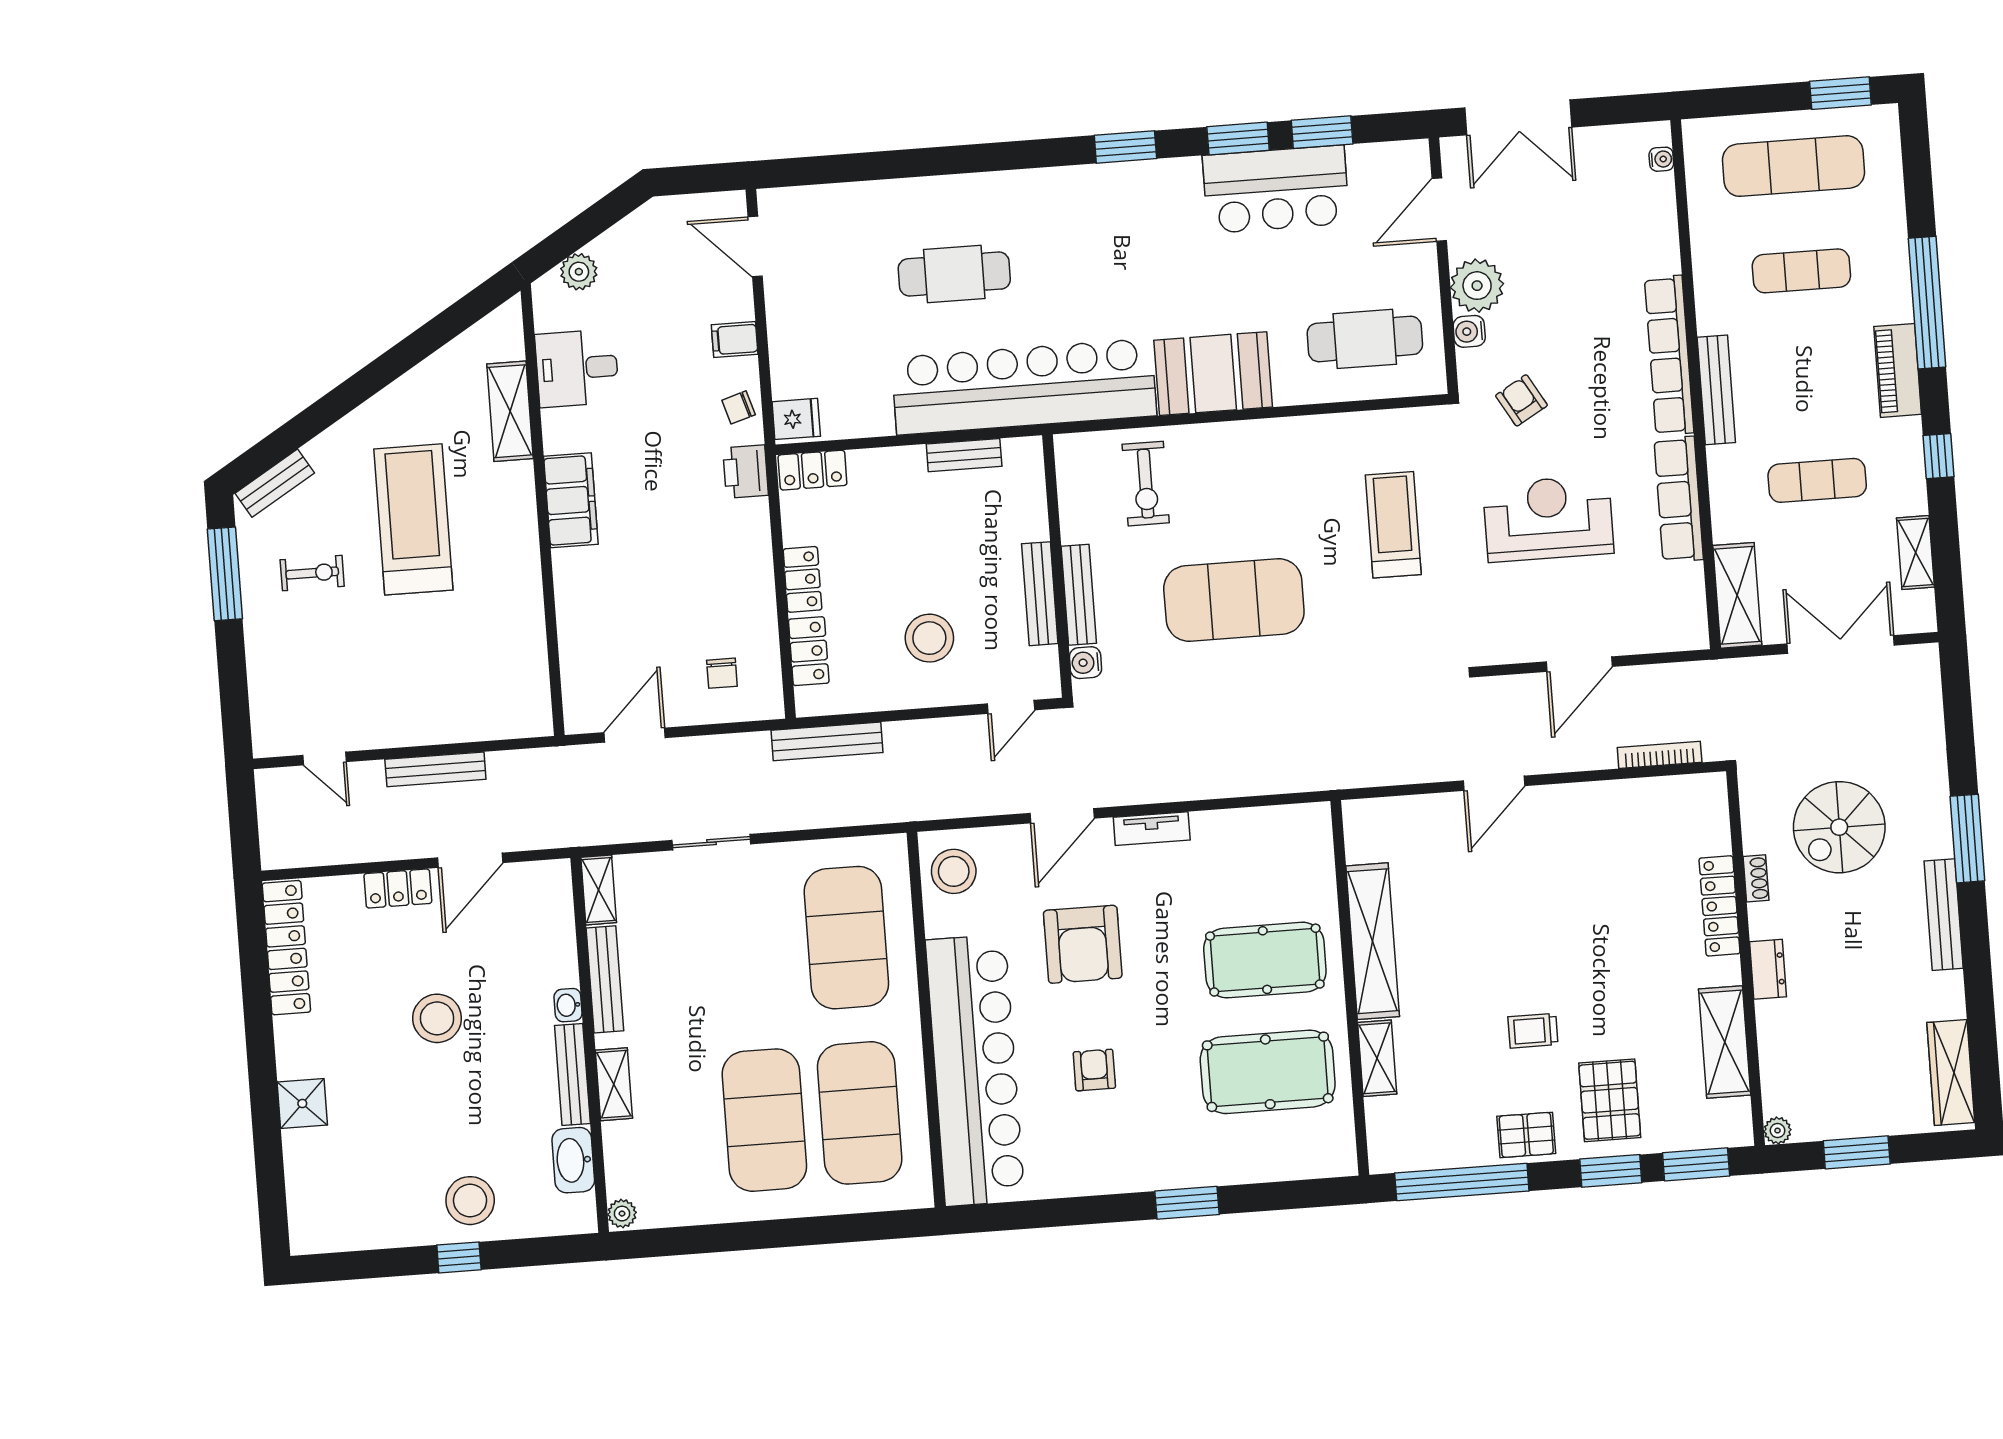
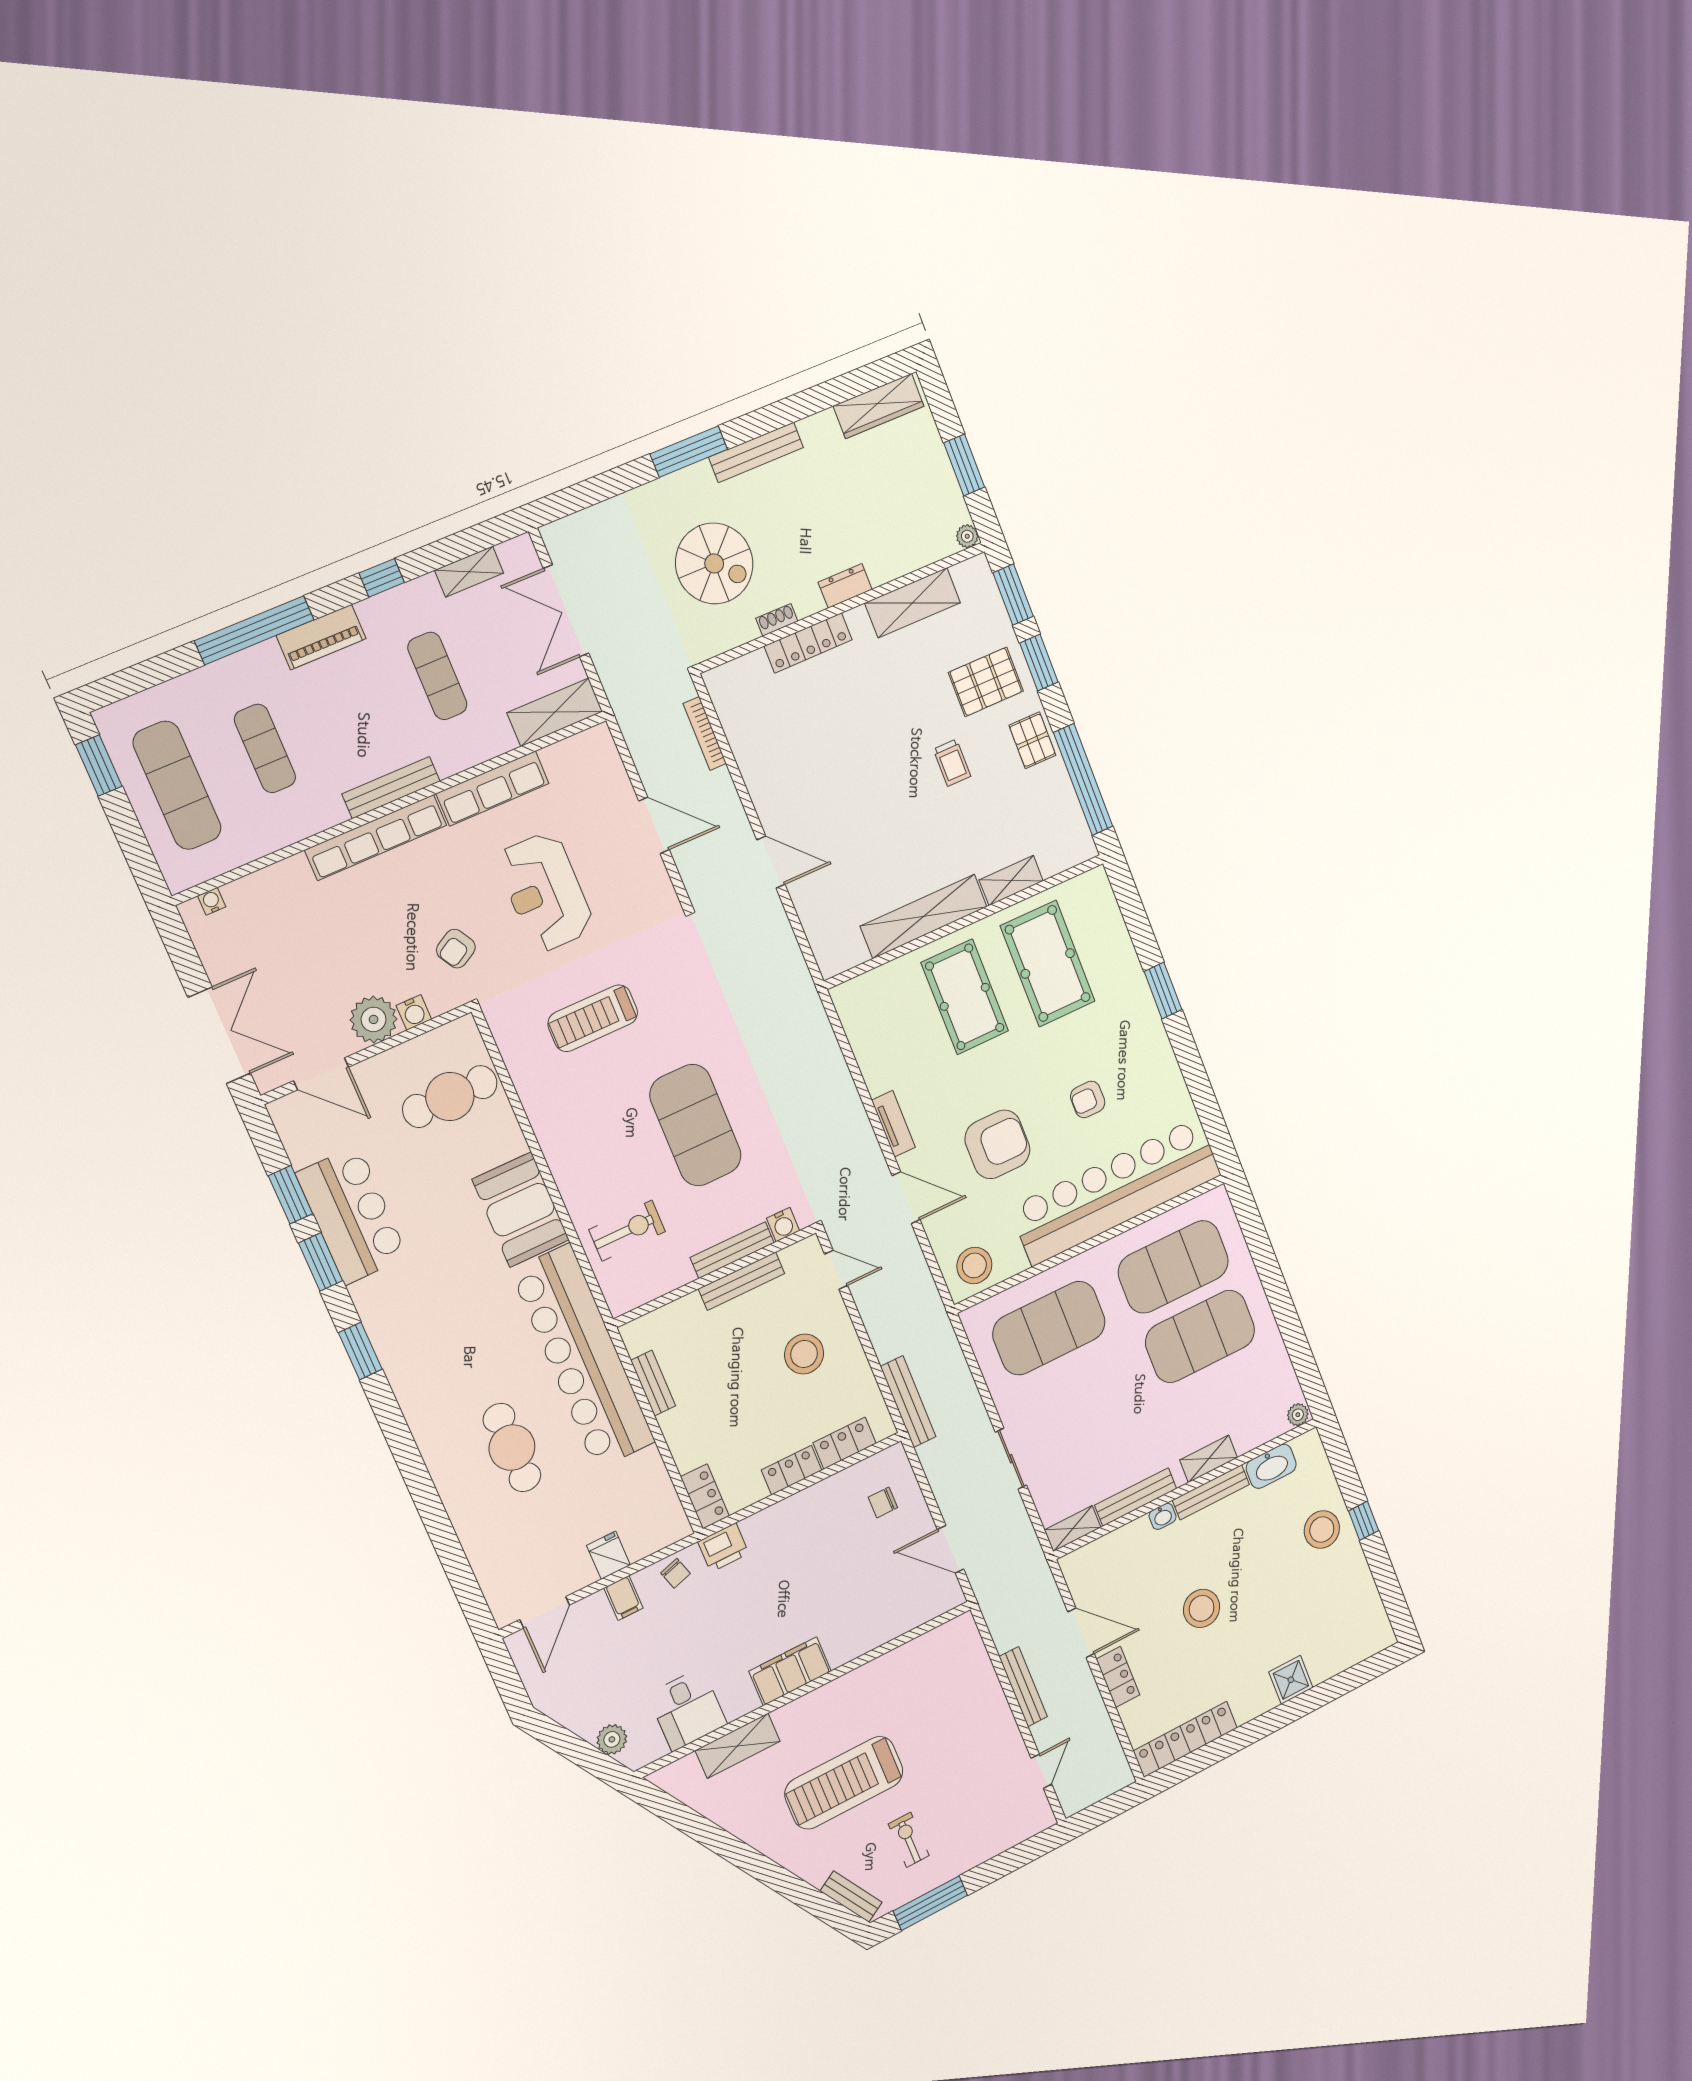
cafe table: (1365, 339) -> (450, 1097), turned 90
fridge: (796, 419) -> (609, 1555), moved
chair: (722, 673) -> (883, 1502), turned 180

